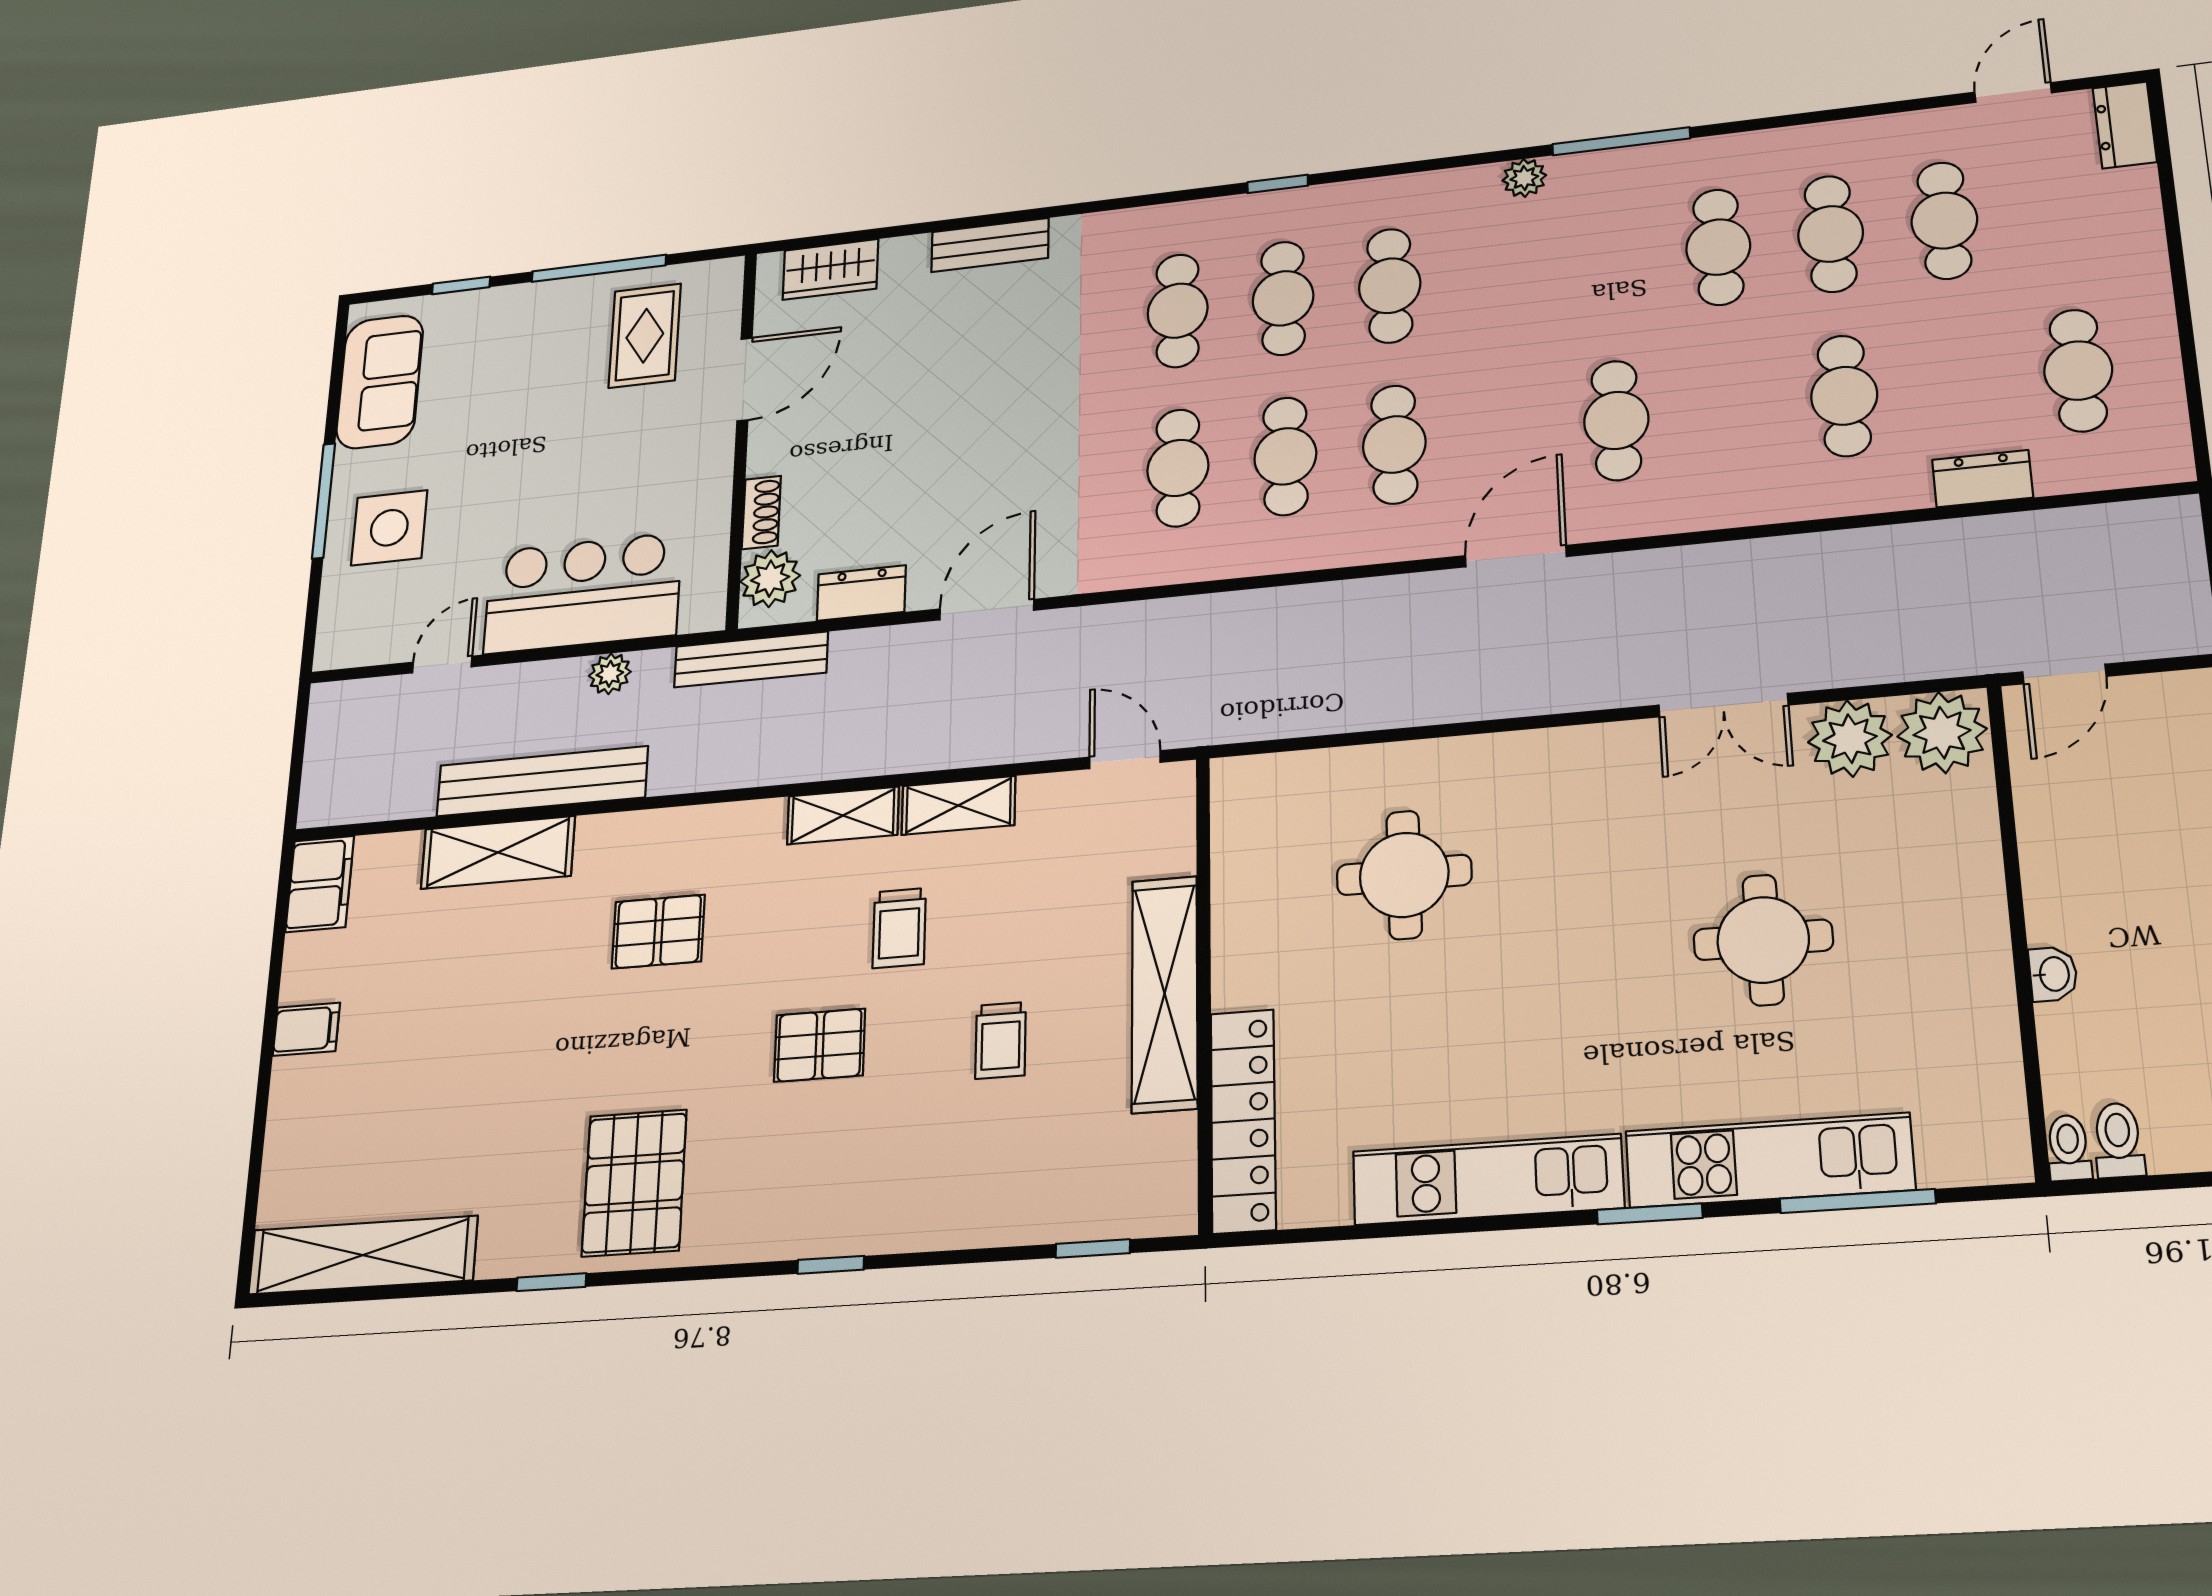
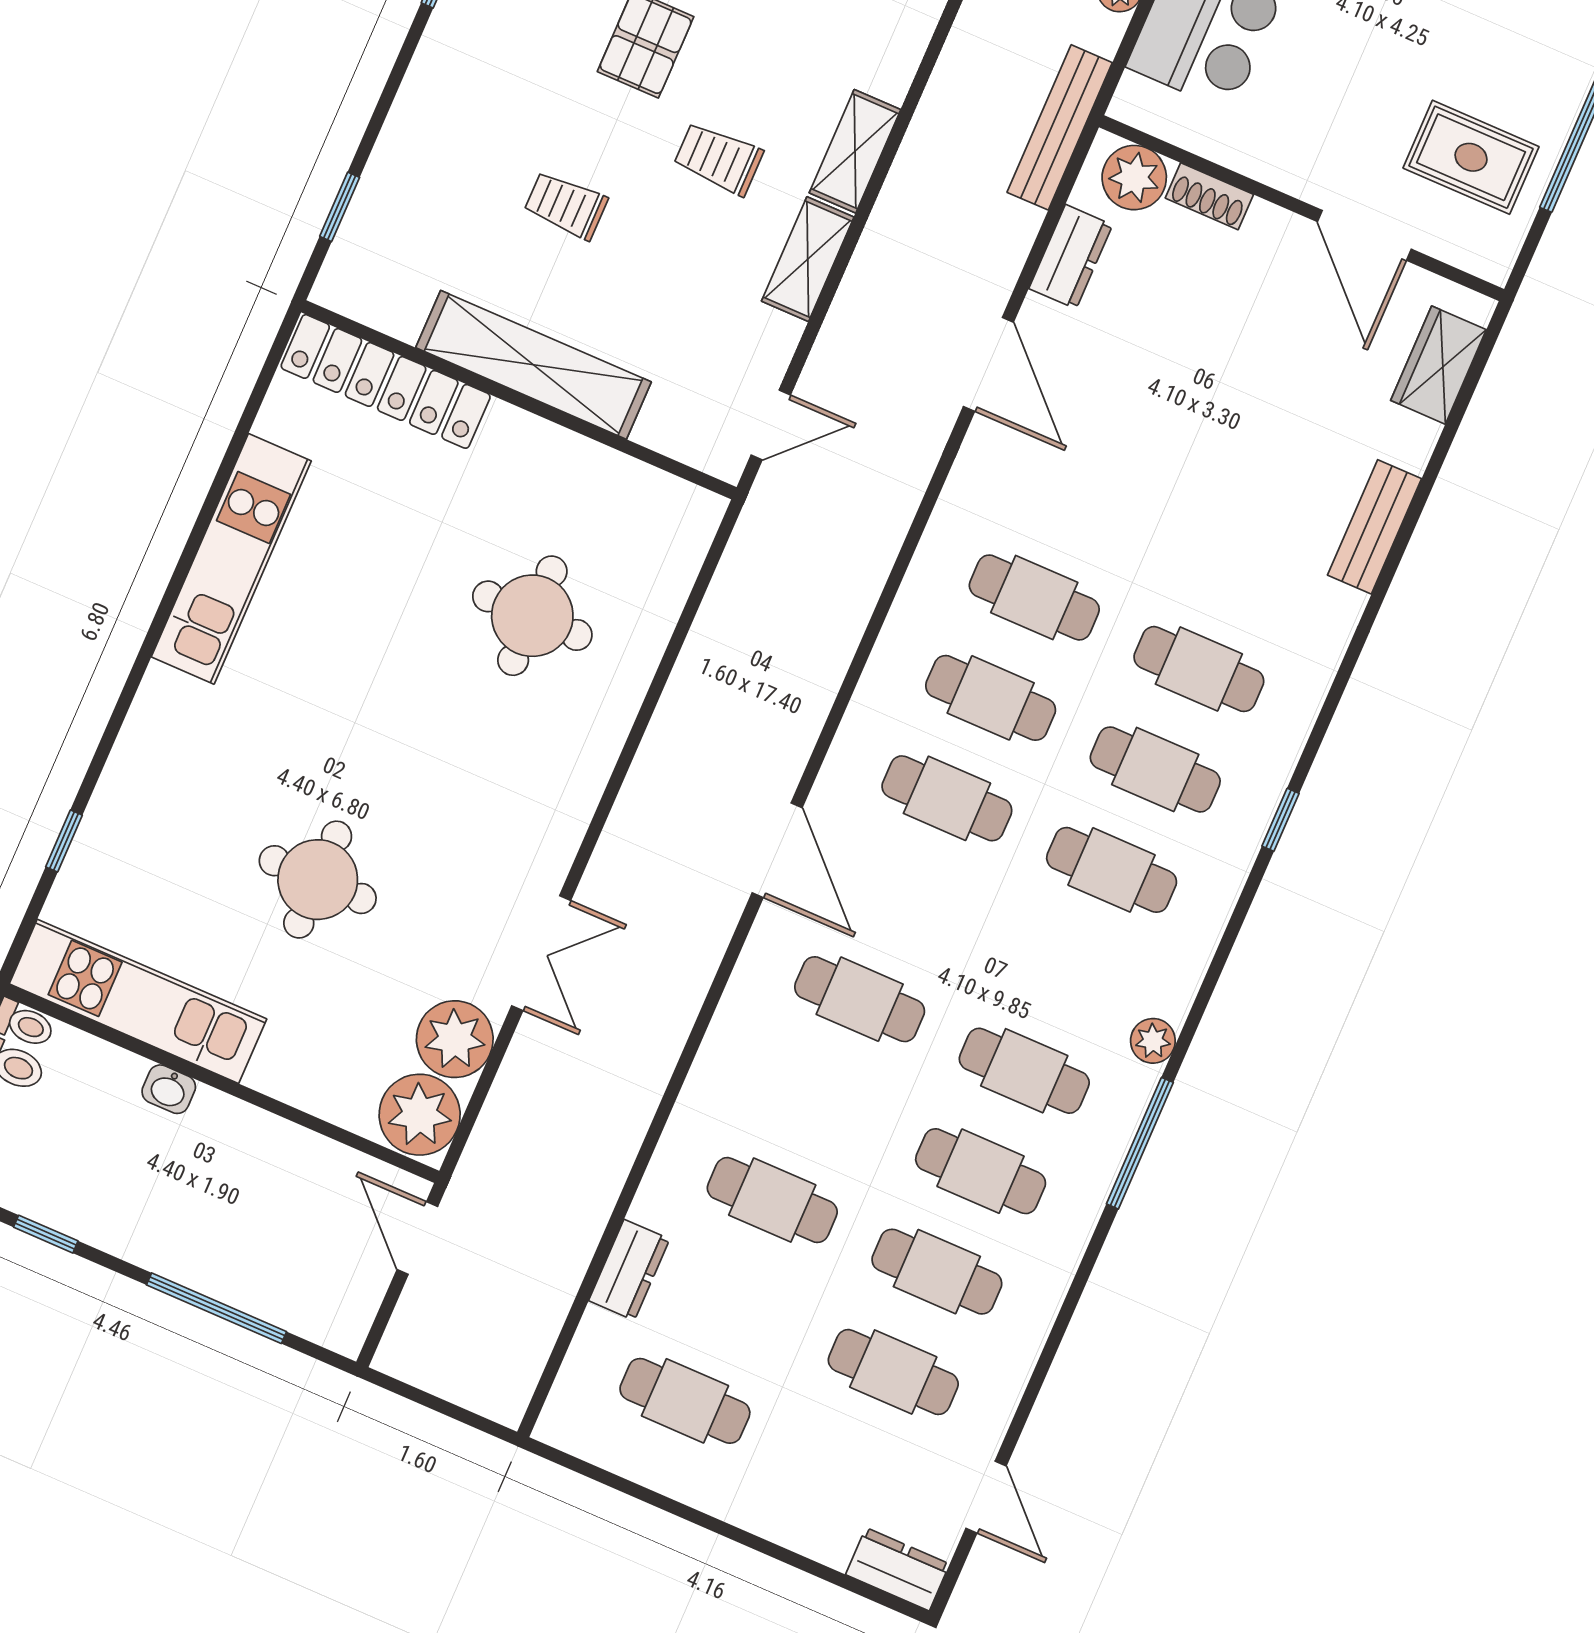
cafe table: (1607, 260) -> (1024, 1071), added
double door: (1723, 705) -> (541, 953), swing flipped
kitchen unit: (1769, 1160) -> (138, 1001), moved, turned -90
window: (1857, 1201) -> (64, 841), width x0.46
window: (1650, 1214) -> (136, 674), removed

